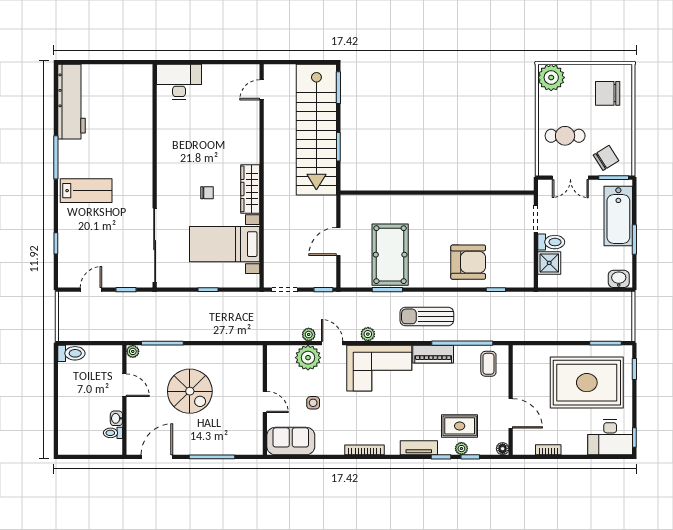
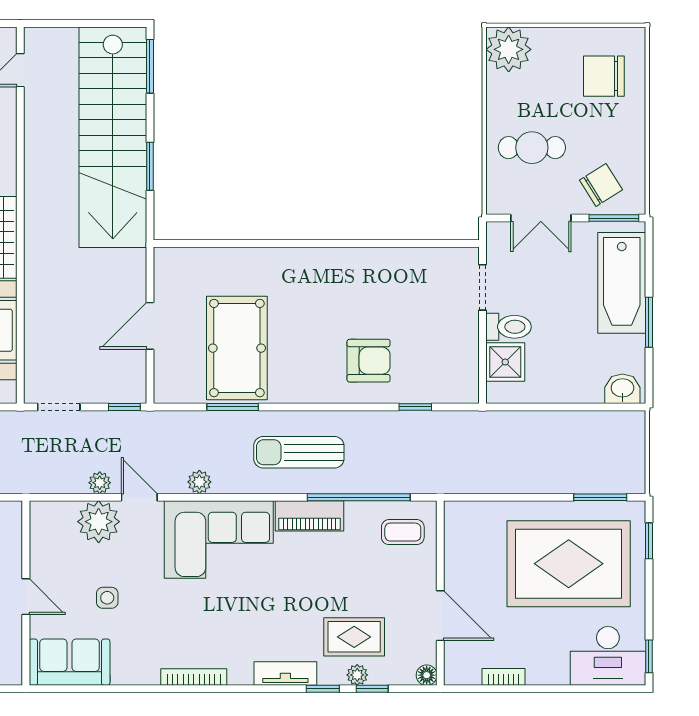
armchair: (468, 262) -> (369, 361), width x0.73, depth x0.73
coffee table: (488, 364) -> (403, 532), turned 90

